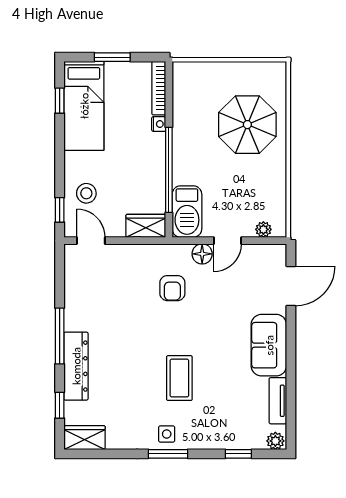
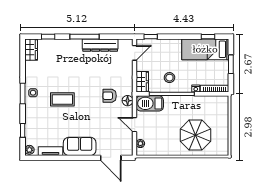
stool: (86, 193) -> (169, 78), moved
floor lamp: (202, 254) -> (128, 101), moved
dresser: (76, 366) -> (100, 45), moved

